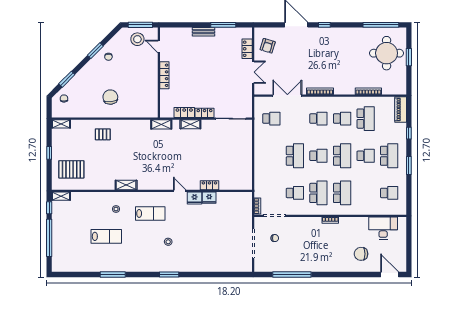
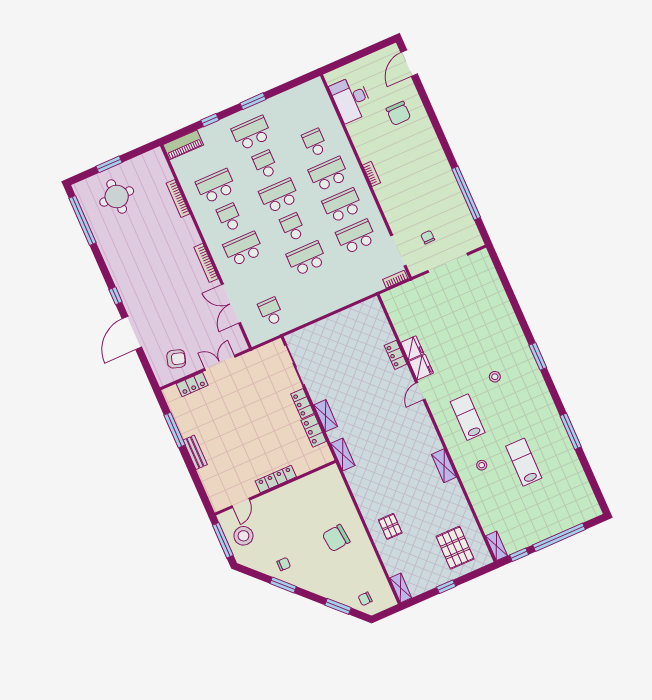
round table: (387, 53) -> (117, 197), width x0.73, depth x0.73
school desk: (318, 119) -> (243, 249), width x1.85
school desk: (295, 193) -> (356, 237), width x1.85
school desk: (389, 193) -> (315, 143), moved

